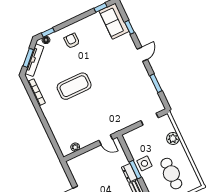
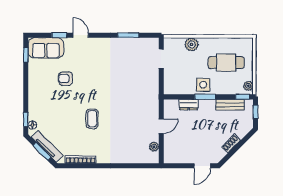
armchair: (72, 41) -> (66, 79), moved
door: (142, 54) -> (81, 35), moved
coffee table: (74, 86) -> (92, 119), width x0.54, depth x0.58
door: (106, 140) -> (161, 126), moved
dresser: (129, 173) -> (189, 105), moved

